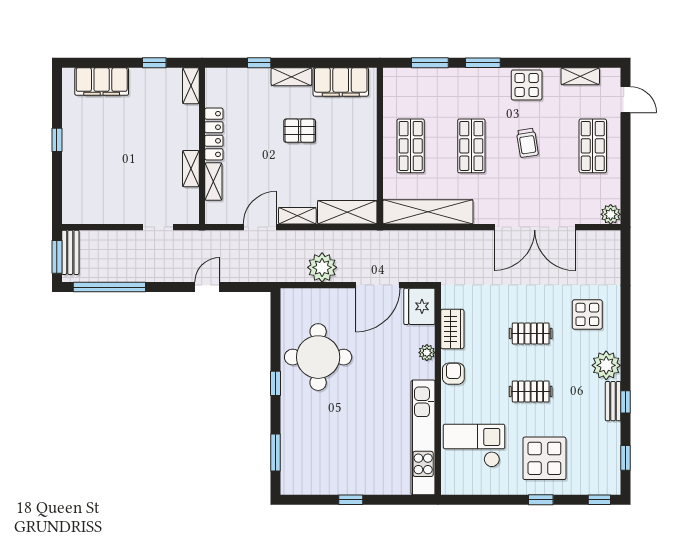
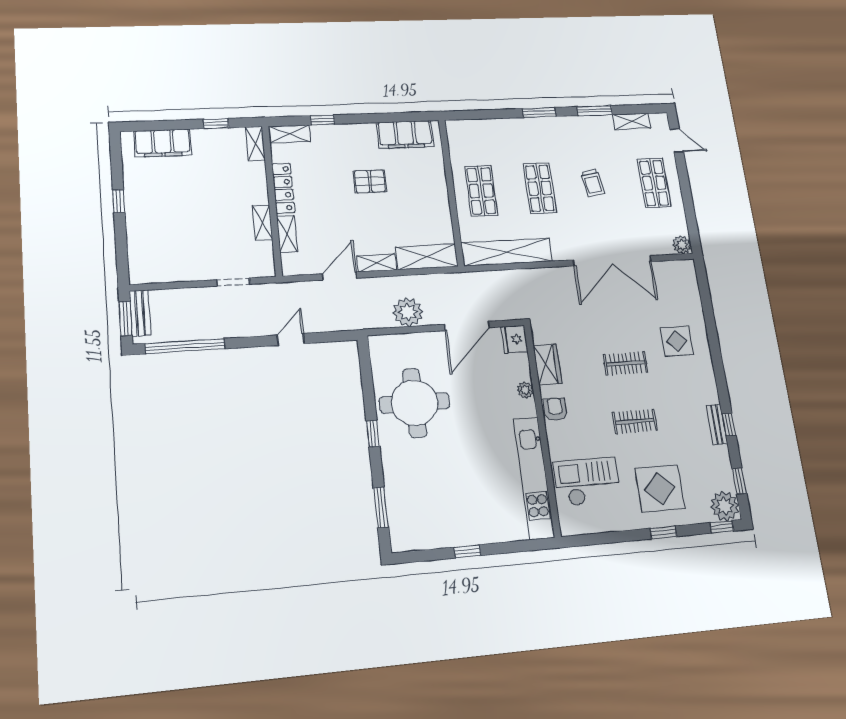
window: (430, 63) -> (595, 111), moved
shelving: (291, 77) -> (289, 134), moved
display table: (527, 85) -> (583, 131), removed
fridge: (419, 306) -> (515, 339), width x0.73, depth x0.75
plant: (606, 365) -> (725, 506), moved

